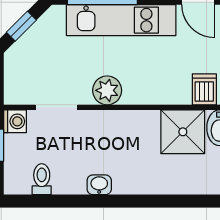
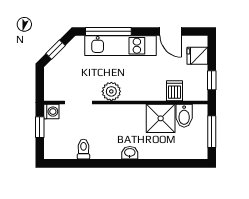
toilet: (42, 179) -> (83, 149), moved
washbasin: (99, 185) -> (130, 153), moved

